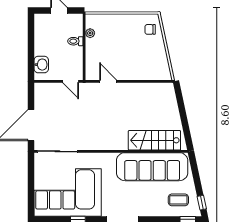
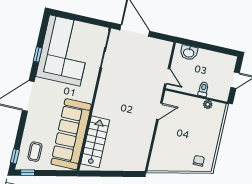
door: (71, 81) -> (167, 76), swing flipped

